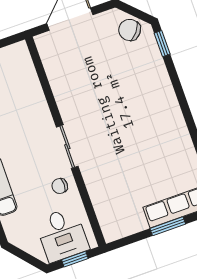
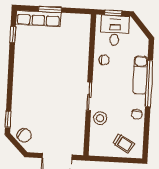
stool: (31, 100) -> (100, 118), added
sliding door: (67, 147) -> (89, 96), moved

